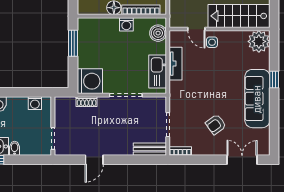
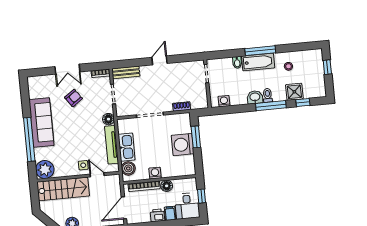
window: (73, 43) -> (196, 137), moved
tv unit: (176, 64) -> (112, 145), width x1.41
kitchen sink: (158, 72) -> (127, 147), moved
window: (274, 80) -> (29, 139), width x3.17
washing machine: (90, 81) -> (183, 145), moved
floor lamp: (176, 95) -> (108, 119), added
door: (94, 160) -> (159, 60), moved
double door: (242, 160) -> (67, 69), moved

